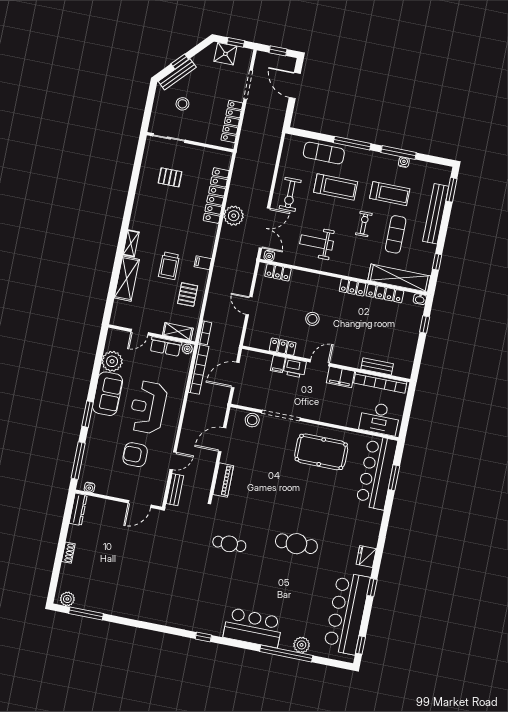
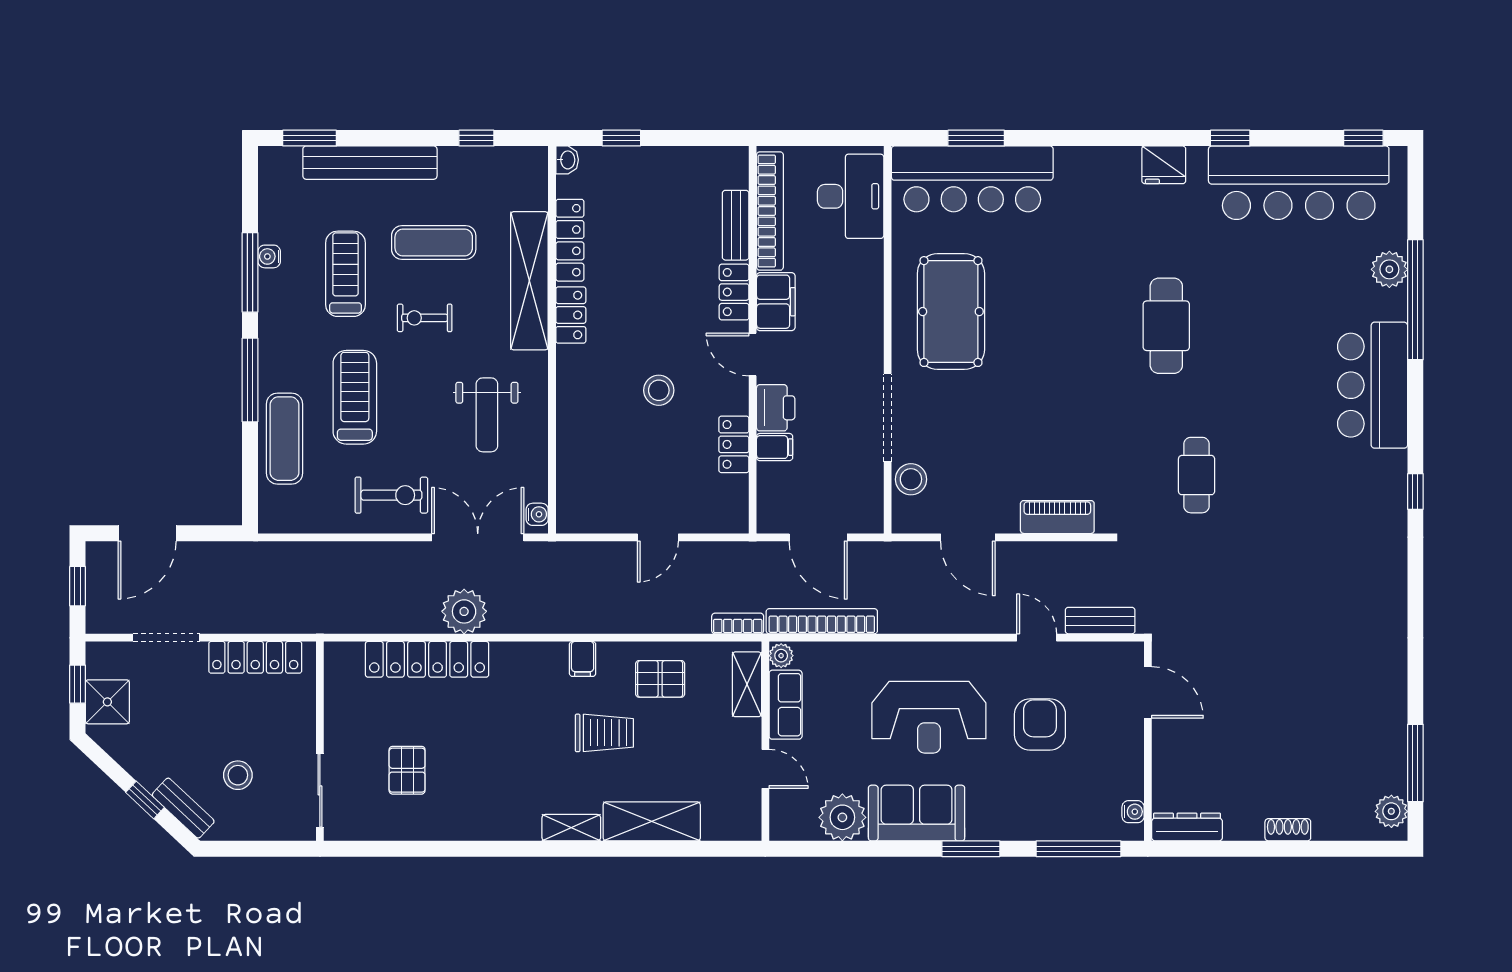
bench: (177, 74) -> (183, 808), width x0.73
locker: (278, 272) -> (734, 292), moved, turned 180
shelving: (399, 278) -> (529, 281), moved
armchair: (135, 455) -> (1040, 725), turned 180

